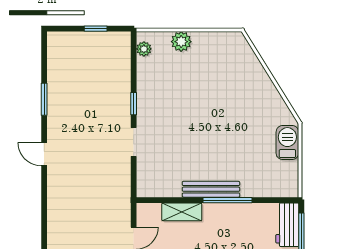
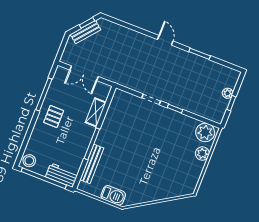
plant: (84, 39) -> (228, 93), added
plant: (144, 49) -> (205, 132), width x1.88, depth x1.88
door: (44, 154) -> (165, 40), hinge flipped
bench: (211, 189) -> (92, 164), moved

